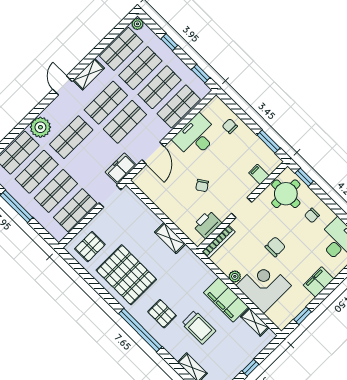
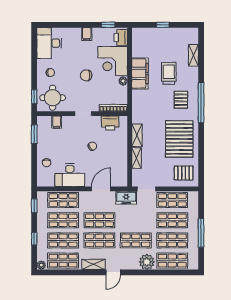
filing cabinet: (319, 282) -> (87, 34), width x0.50
printer: (278, 316) -> (121, 37), added
shelving: (255, 322) -> (136, 158), moved

